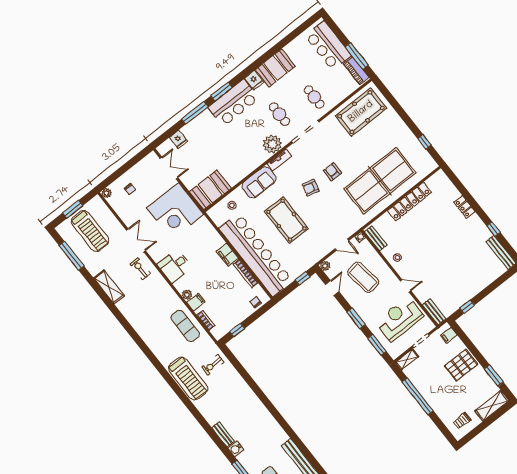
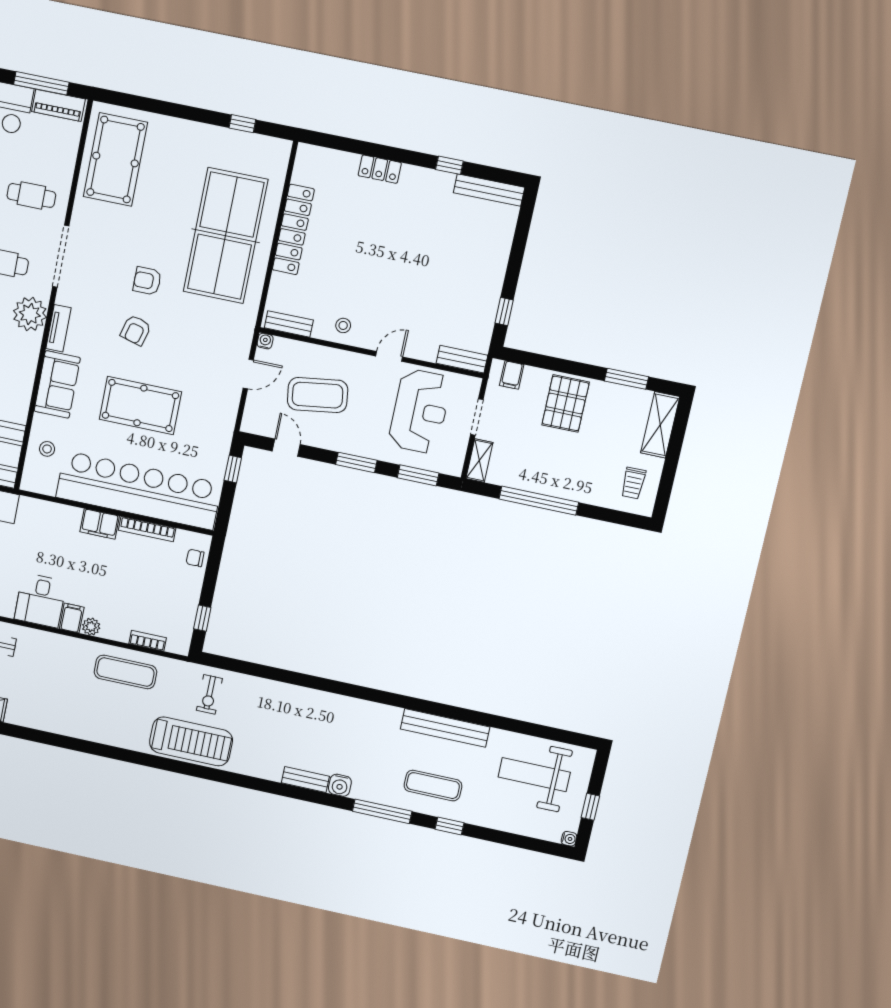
plant: (325, 266) -> (250, 424), removed
filing cabinet: (196, 302) -> (72, 618), moved
reception desk: (399, 319) -> (420, 411), turned 180

